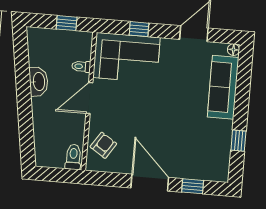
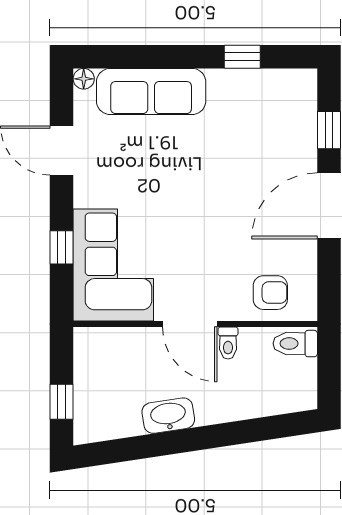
window: (67, 23) -> (62, 402), moved
toilet: (81, 66) -> (228, 343), moved
armchair: (103, 145) -> (270, 293), turned 147

